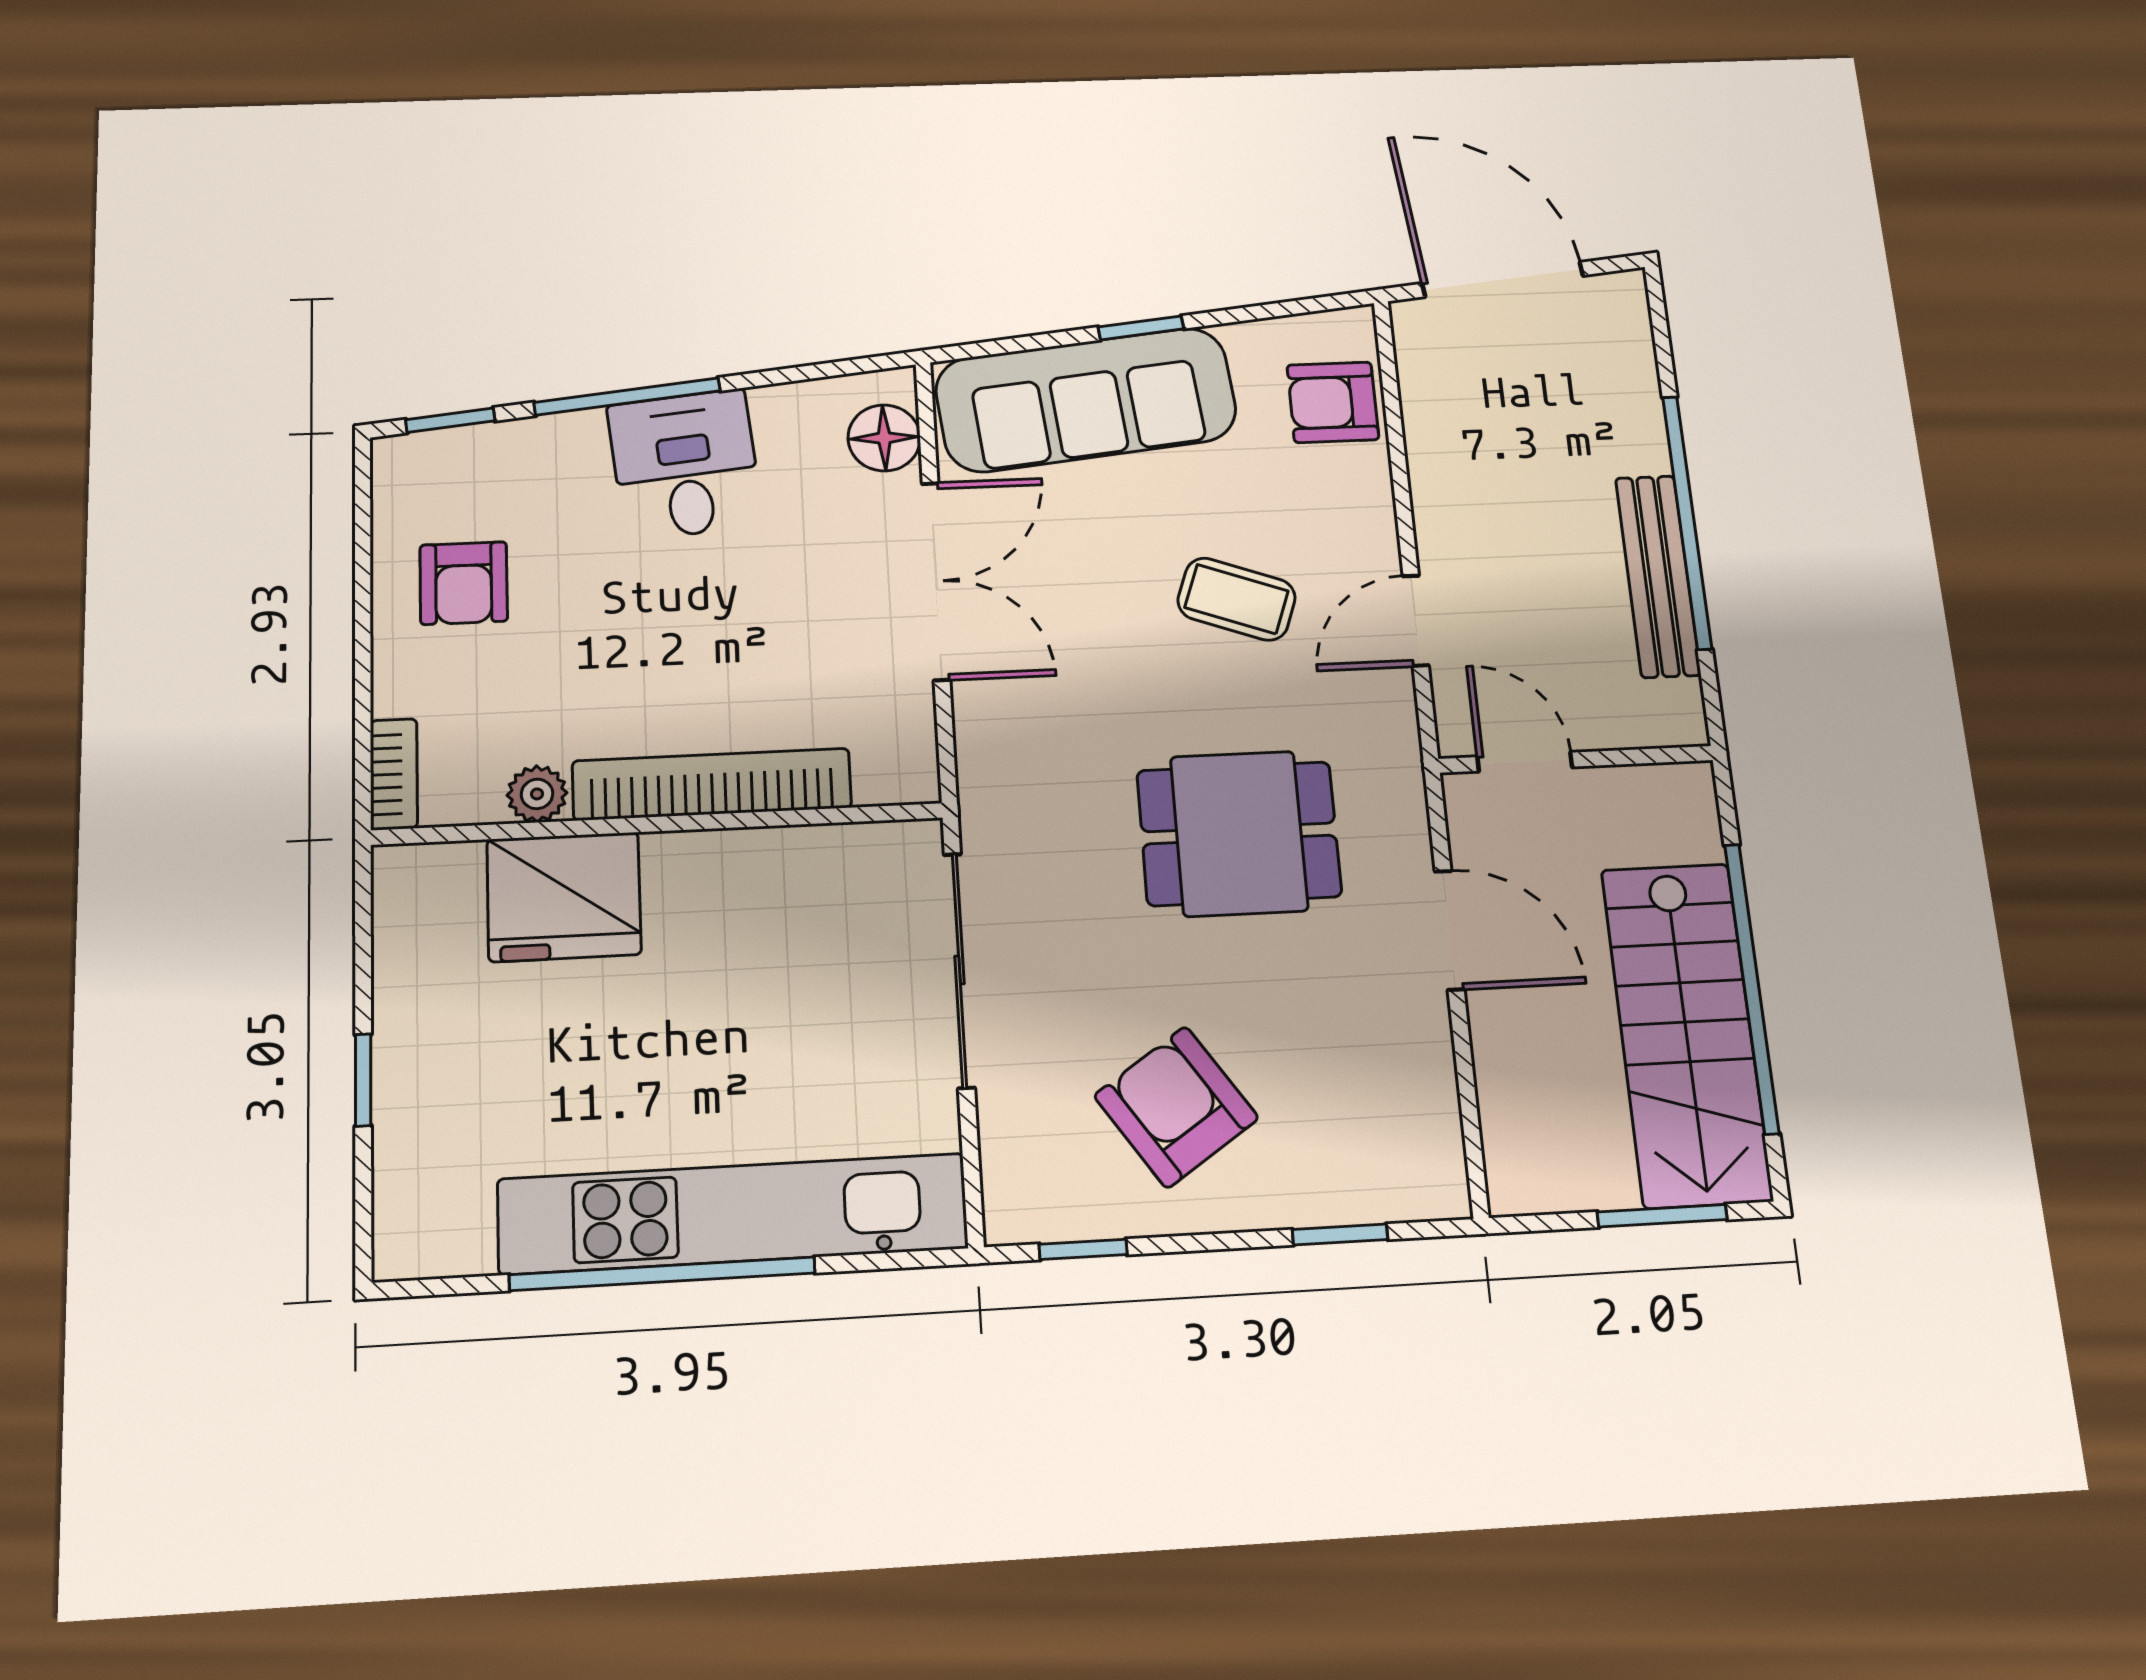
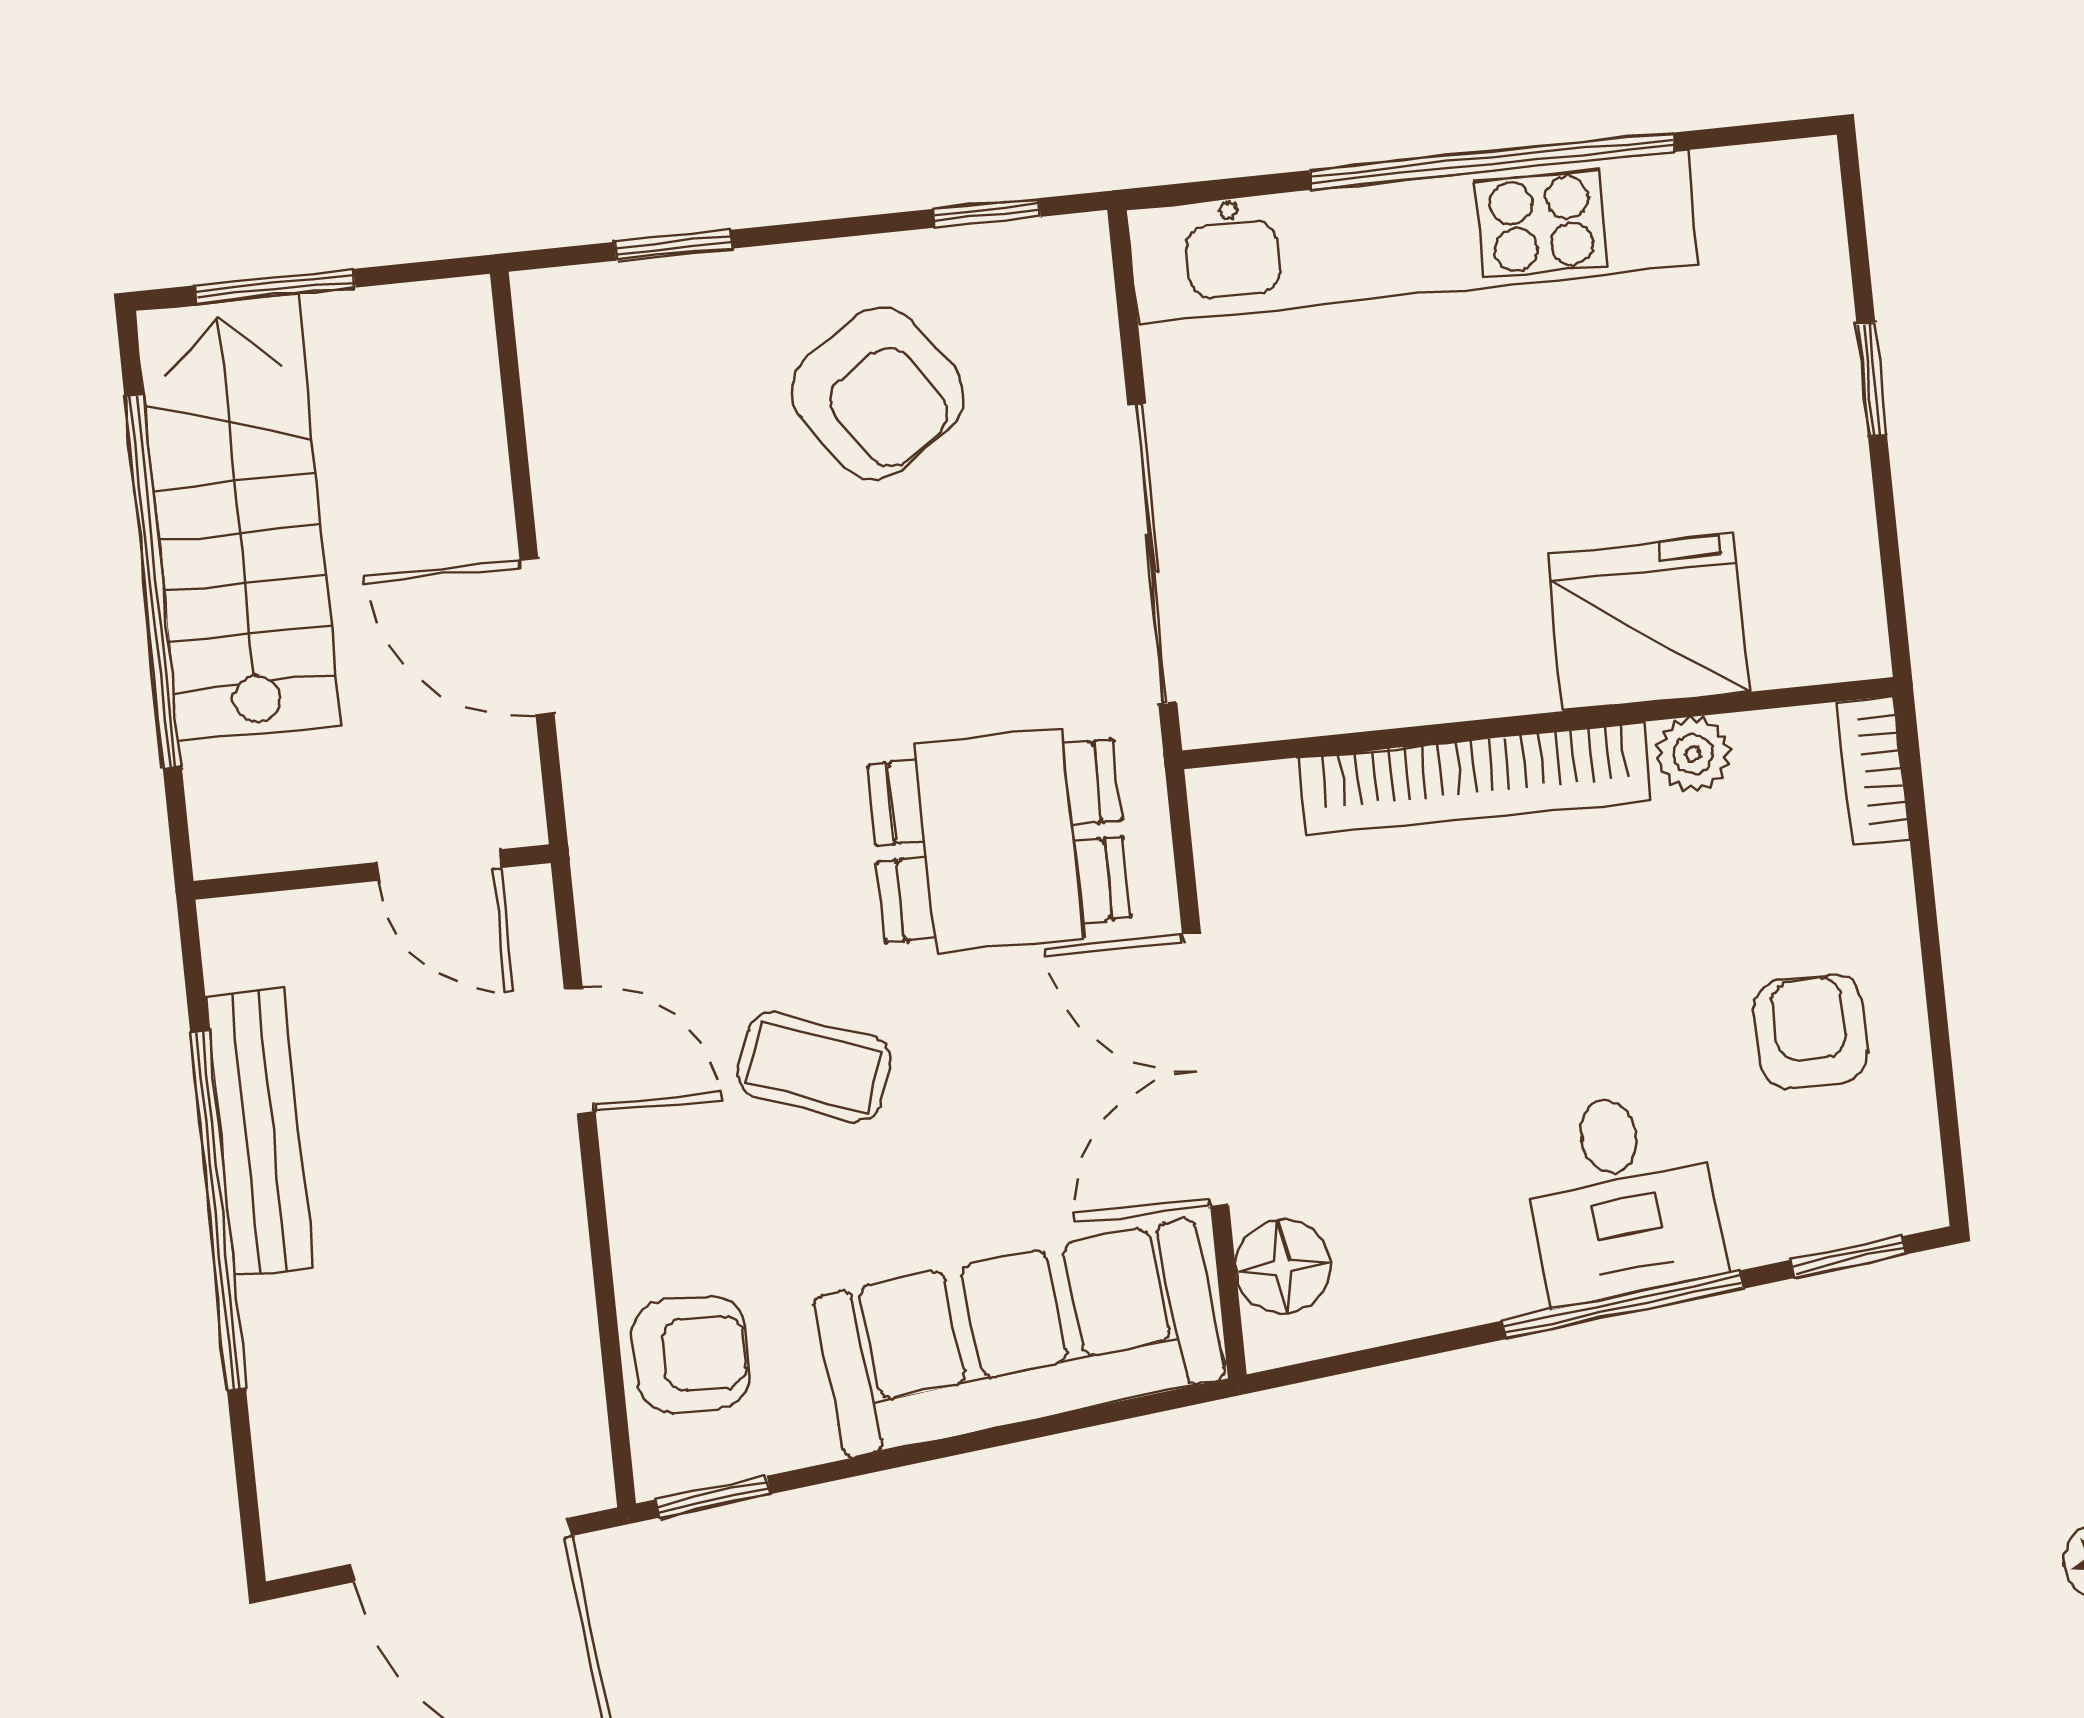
window: (1141, 328) -> (713, 1497), moved
desk: (685, 465) -> (1621, 1195), moved
door: (1416, 621) -> (580, 1051), hinge flipped
dining table: (1239, 833) -> (999, 841), moved

